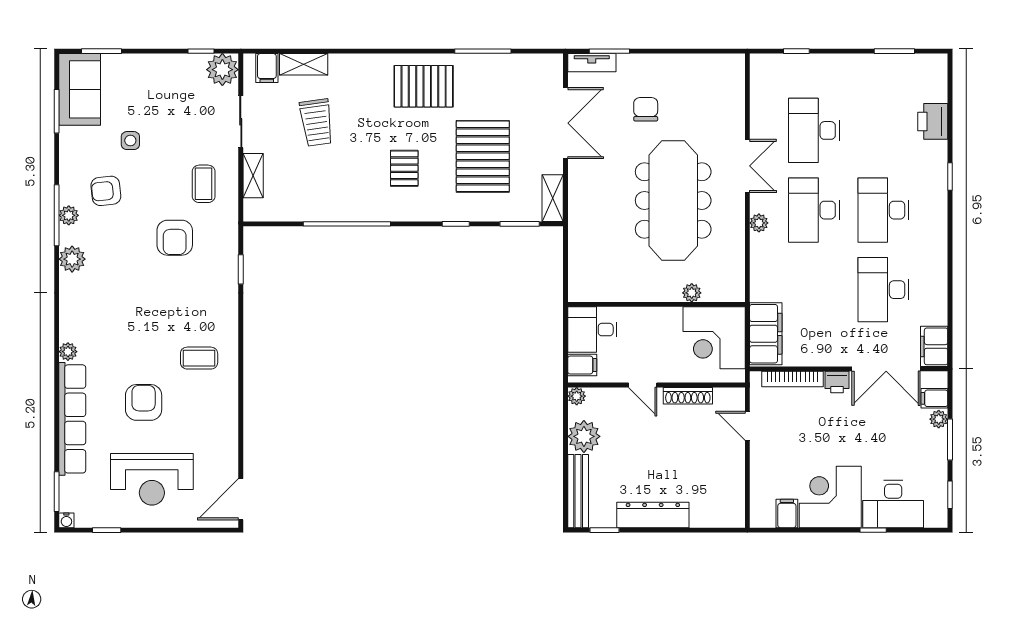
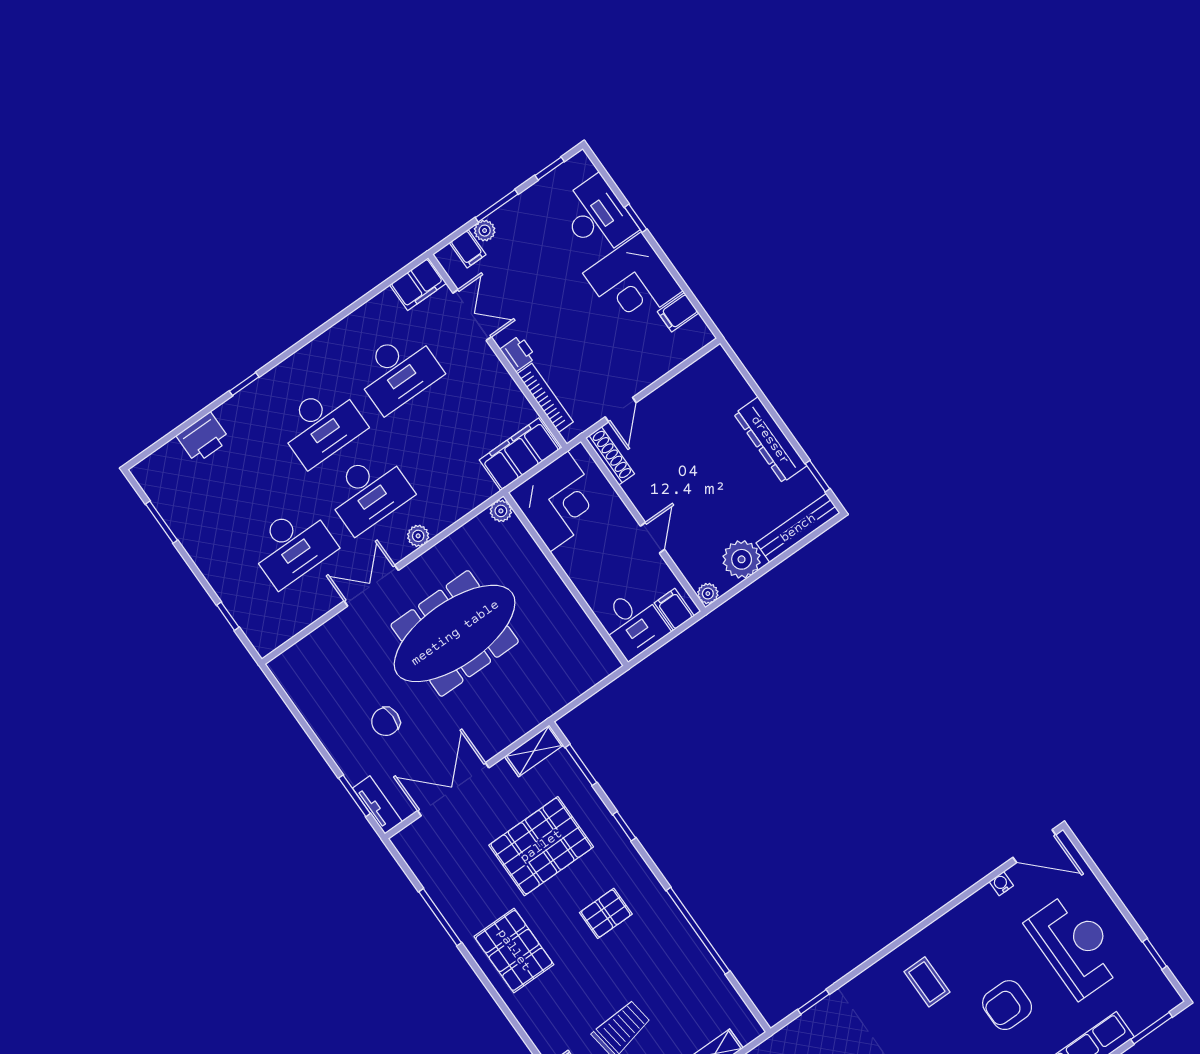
plant: (692, 293) -> (501, 511), moved
double door: (886, 369) -> (472, 315), width x0.73
shoe rack: (688, 396) -> (610, 456), moved
water cooler: (66, 520) -> (1001, 884), moved, turned -90

